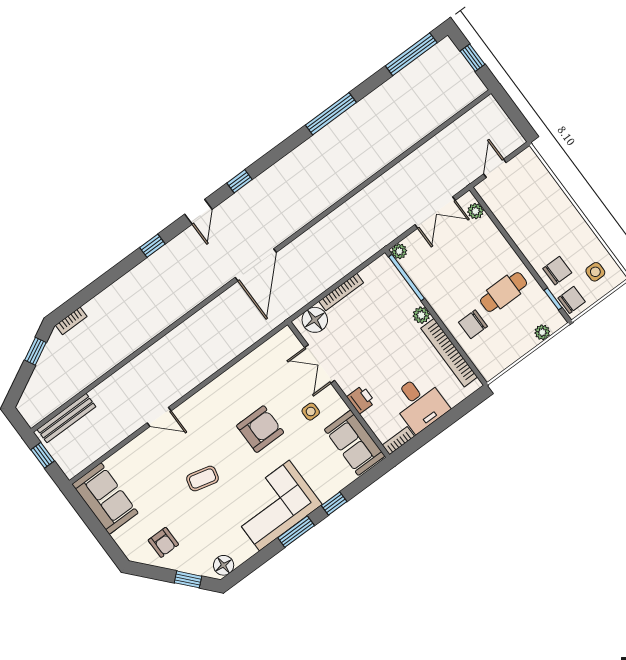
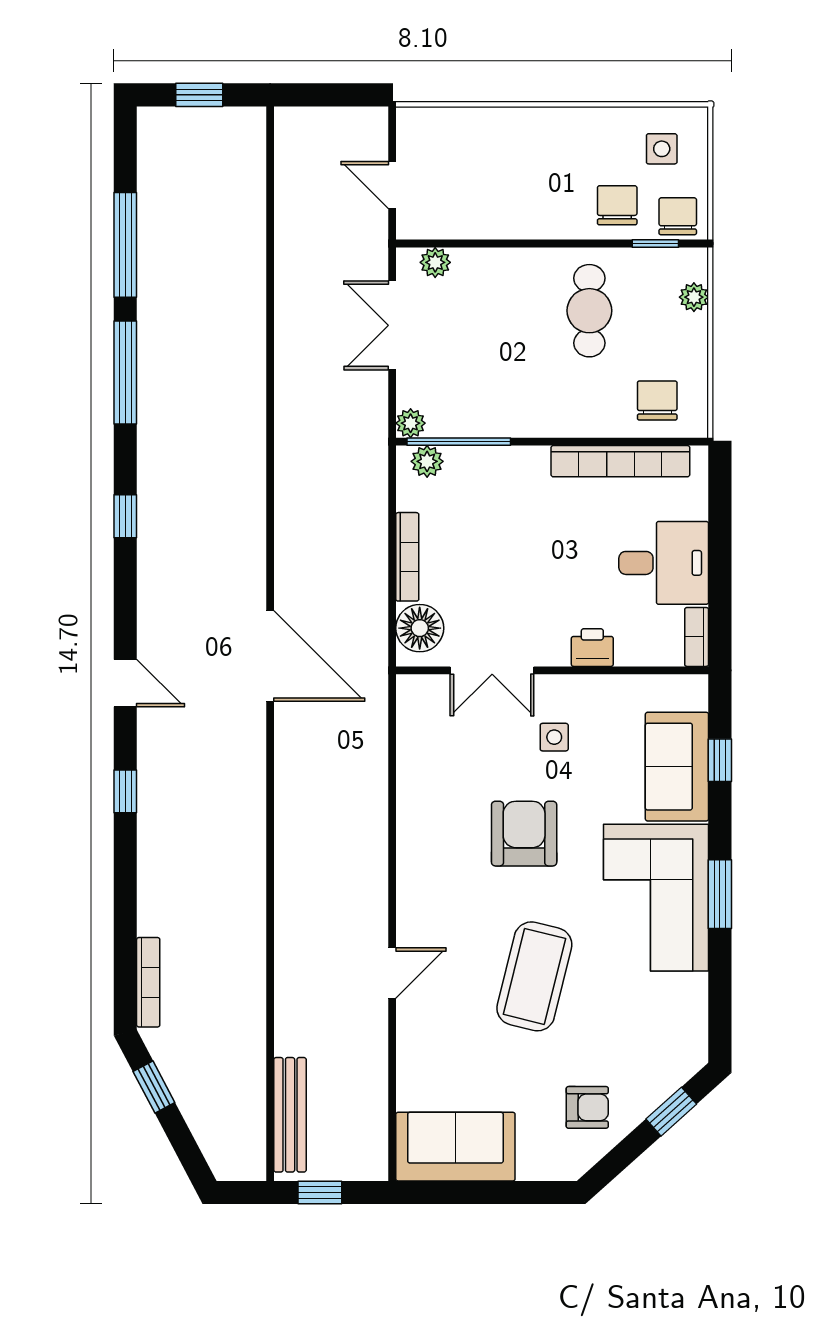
window: (411, 54) -> (125, 245), moved
window: (240, 181) -> (125, 516), moved
double door: (435, 213) -> (392, 325), swing flipped
plant: (421, 315) -> (427, 461), moved
bookcase: (71, 321) -> (148, 982), width x1.56
chair: (473, 324) -> (657, 400), moved, turned 180
sofa: (355, 443) -> (677, 767), moved, turned 90
coffee table: (202, 479) -> (534, 976), width x1.86, depth x1.72
window: (334, 503) -> (720, 760), moved
floor lamp: (224, 565) -> (690, 1042), removed

